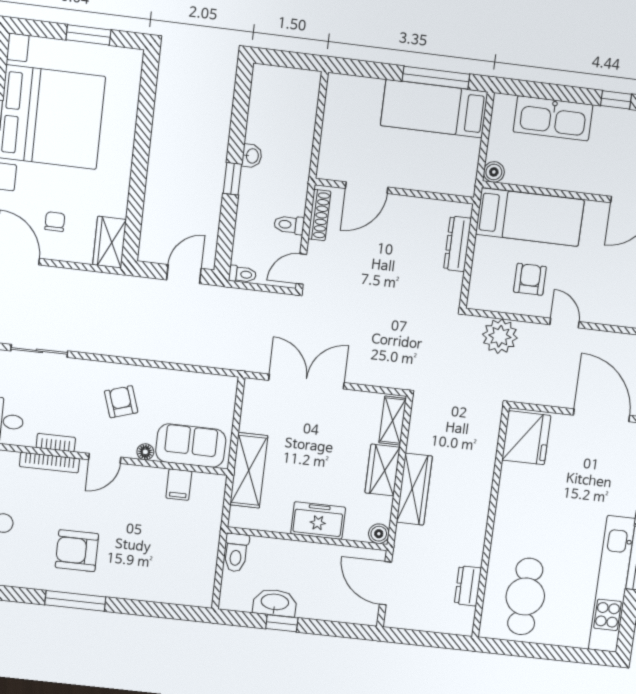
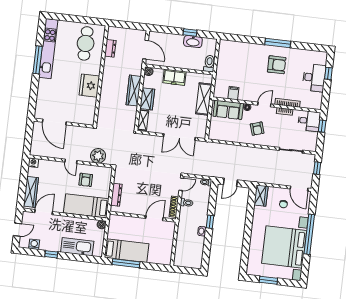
fridge: (526, 438) -> (89, 86), moved

